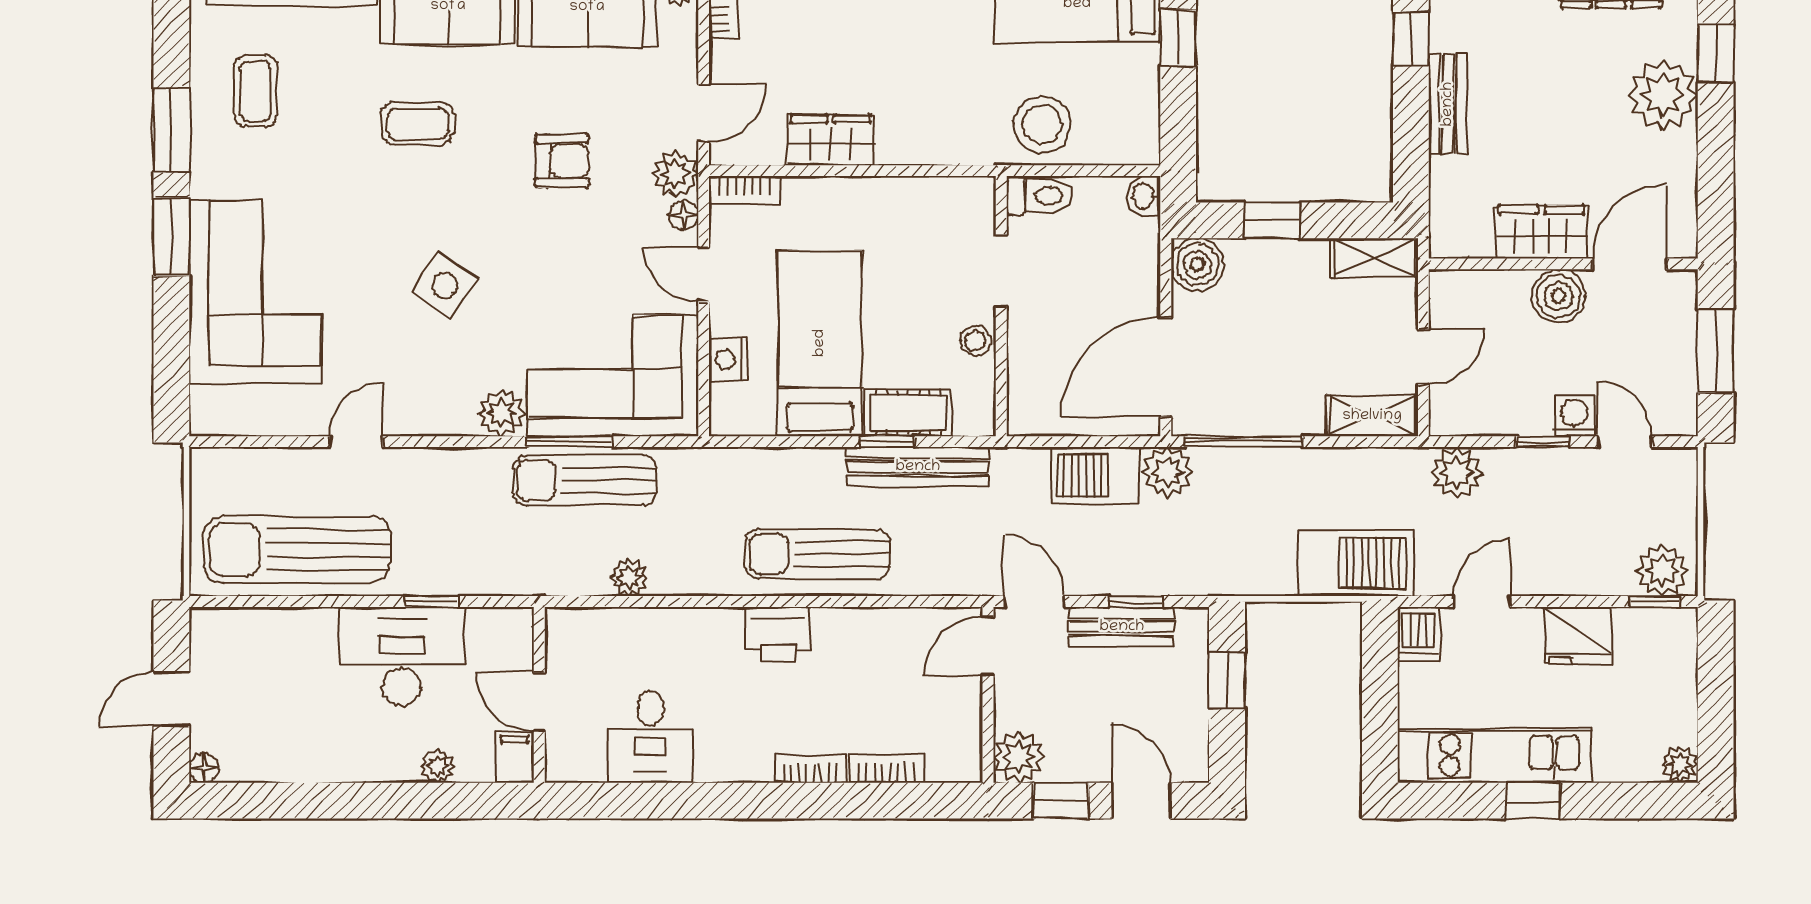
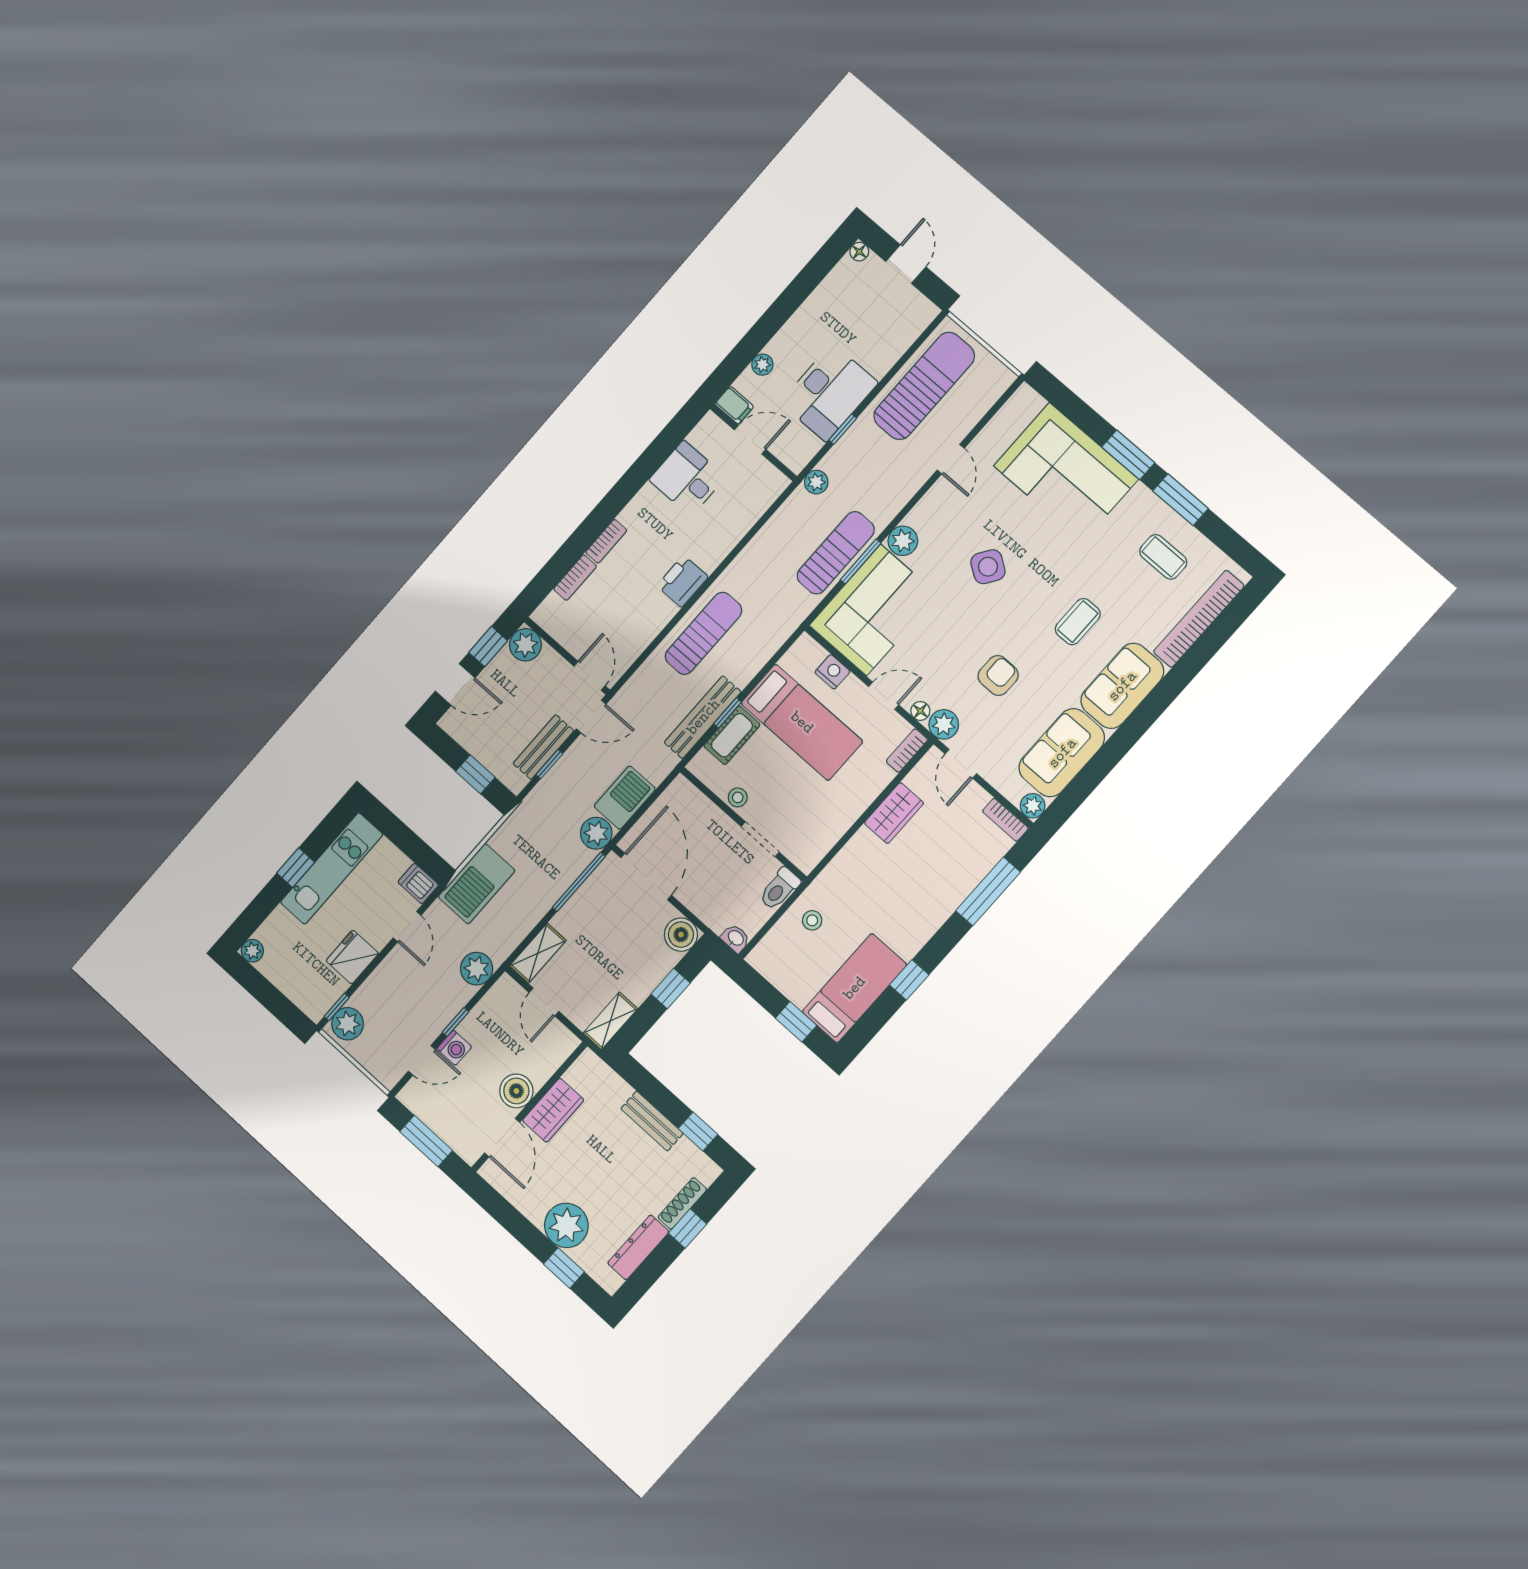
stool: (1042, 125) -> (812, 920), width x0.53, depth x0.53
armchair: (562, 161) -> (998, 676), turned 180
plant: (629, 578) -> (816, 482), moved

